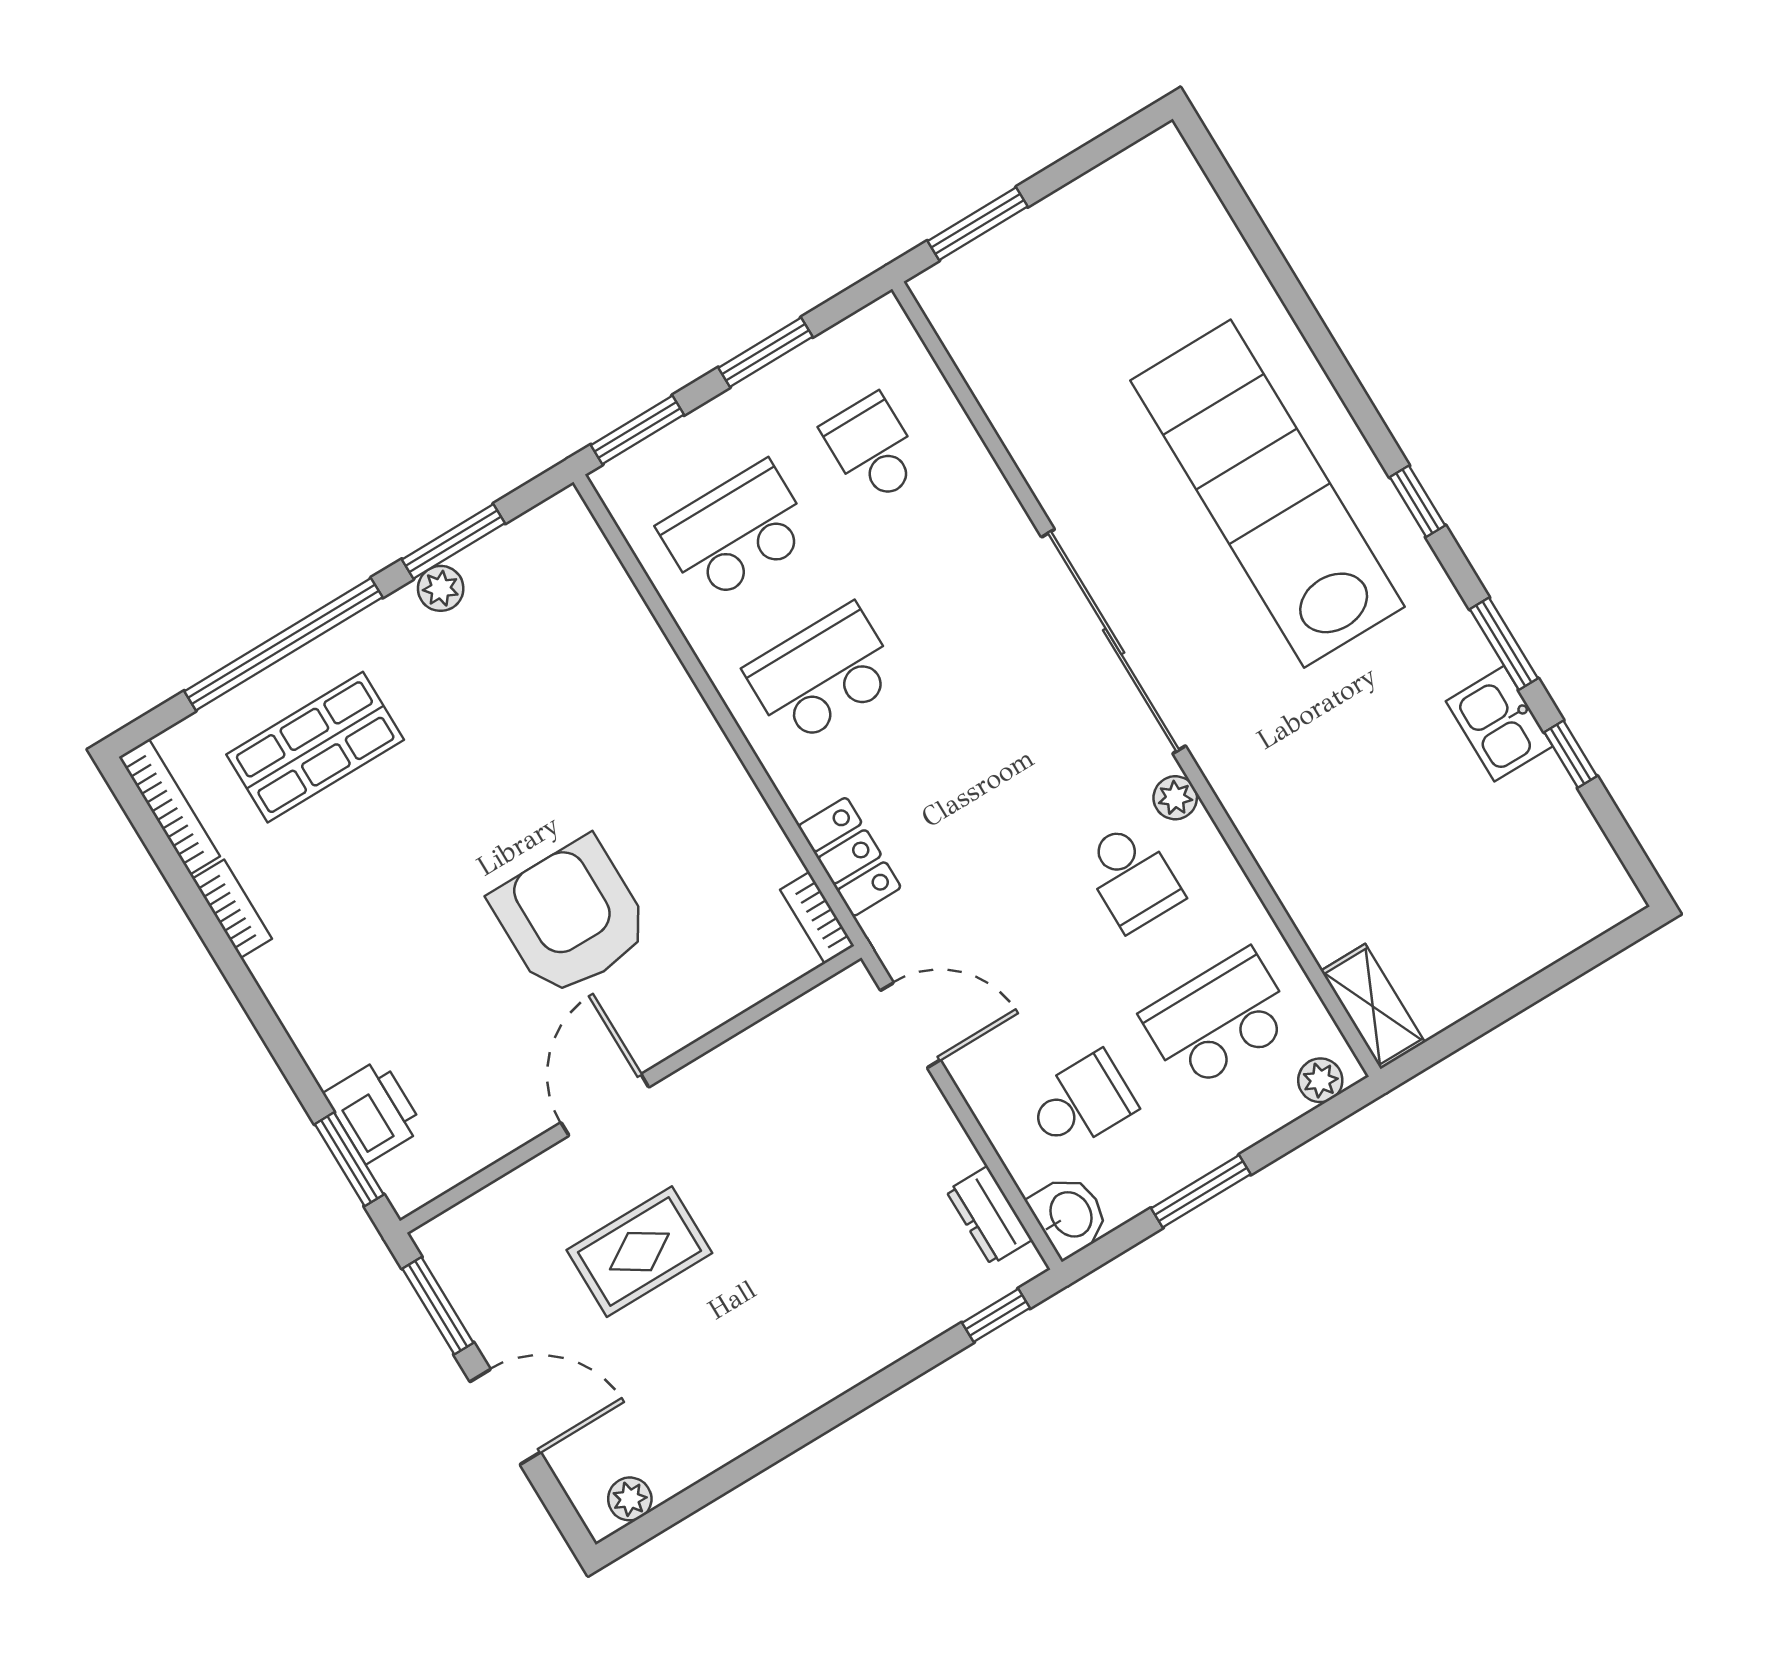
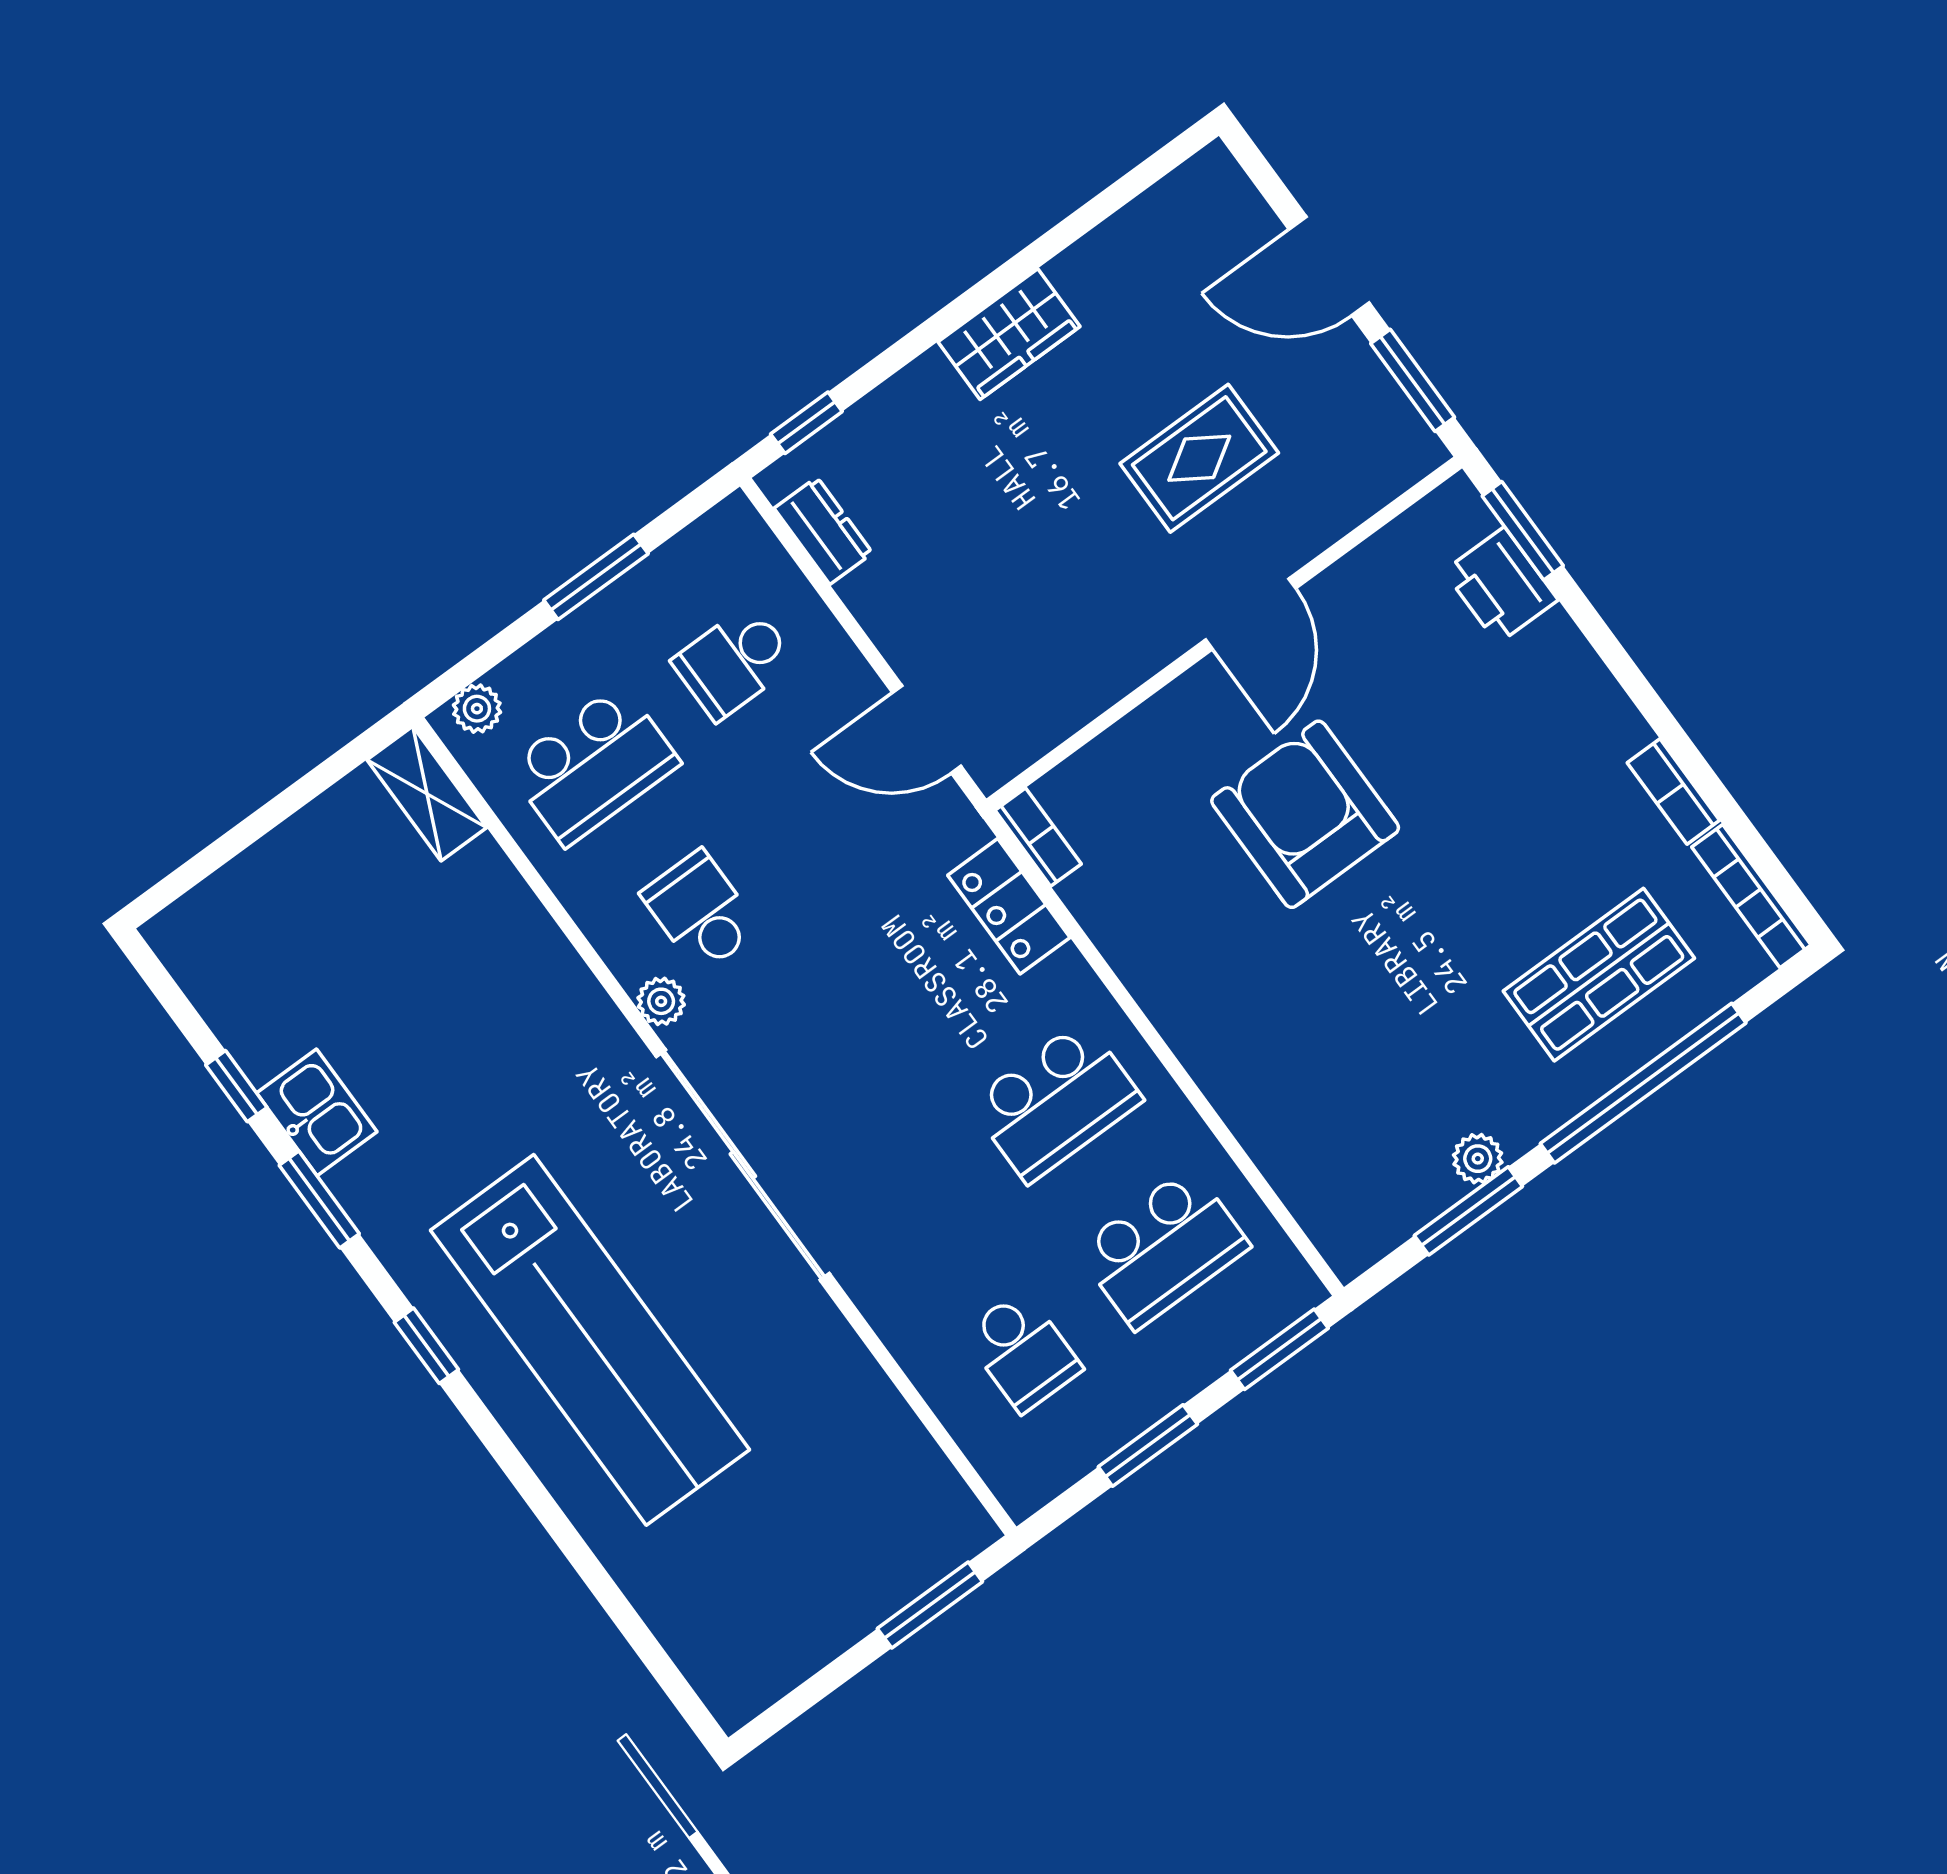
armchair: (571, 917) -> (1305, 814), turned 180
washbasin: (1069, 1215) -> (736, 538), removed
wardrobe: (804, 1380) -> (1009, 334), added
plant: (630, 1499) -> (1186, 189), removed

